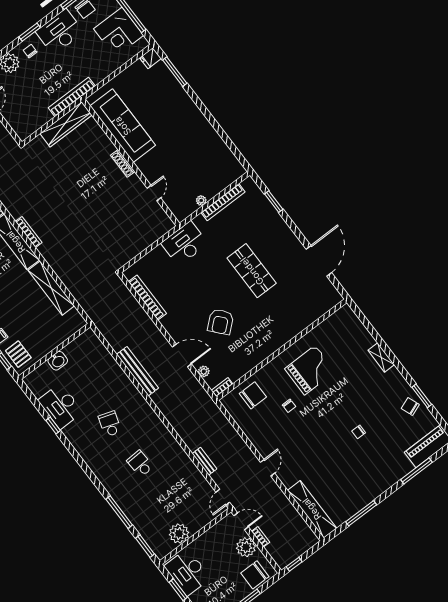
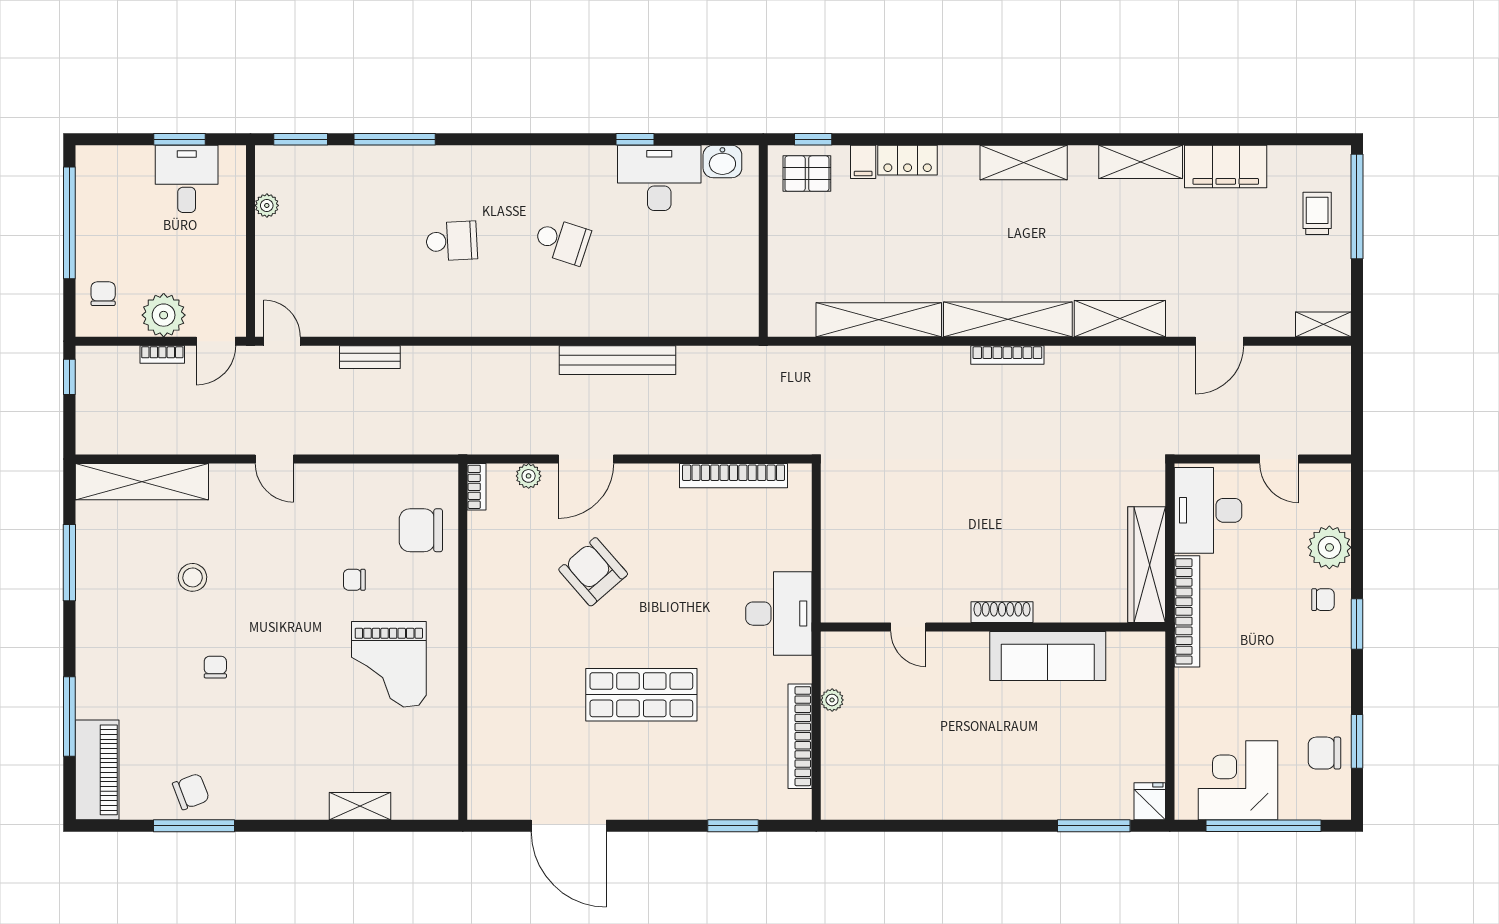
desk: (60, 32) -> (1208, 510), moved, turned 180
sofa: (123, 126) -> (1048, 656), width x0.74, depth x0.79
shelving: (381, 357) -> (360, 806), moved
washbasin: (58, 361) -> (722, 162), moved, turned -90
chair: (253, 395) -> (421, 530), turned 90
window: (422, 396) -> (194, 826), width x1.44
stool: (333, 465) -> (193, 577), added
plant: (179, 534) -> (267, 205), width x0.53, depth x0.53
desk: (187, 572) -> (187, 179), width x0.73
chair: (255, 575) -> (103, 294), width x0.54, depth x0.54

